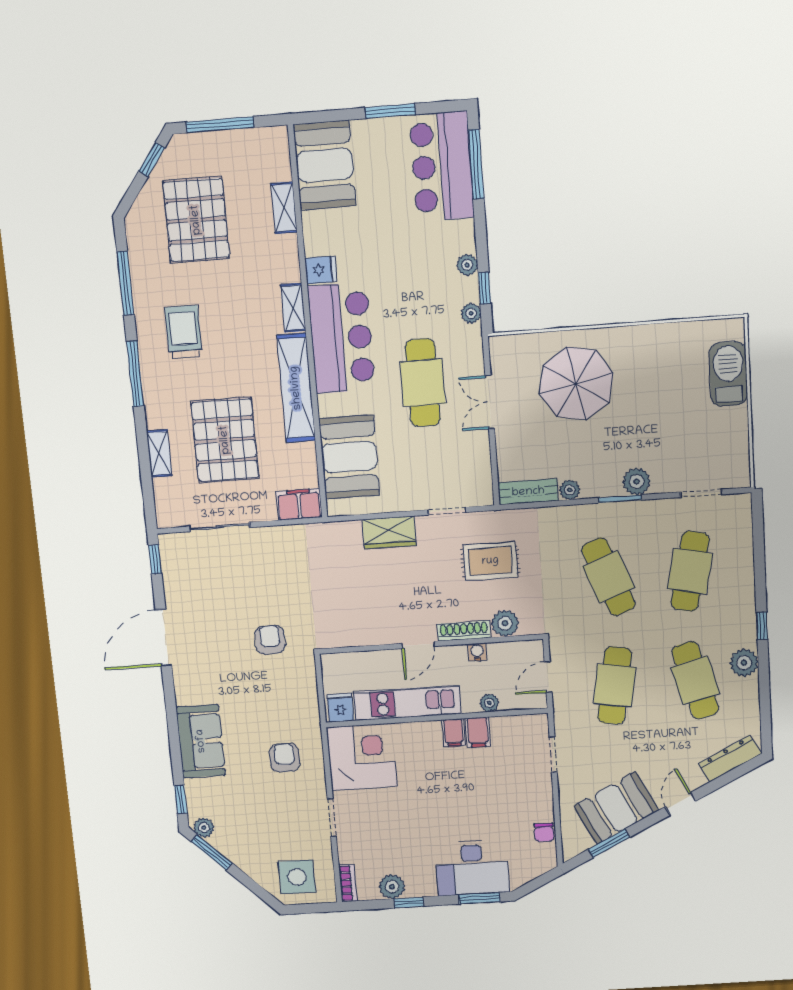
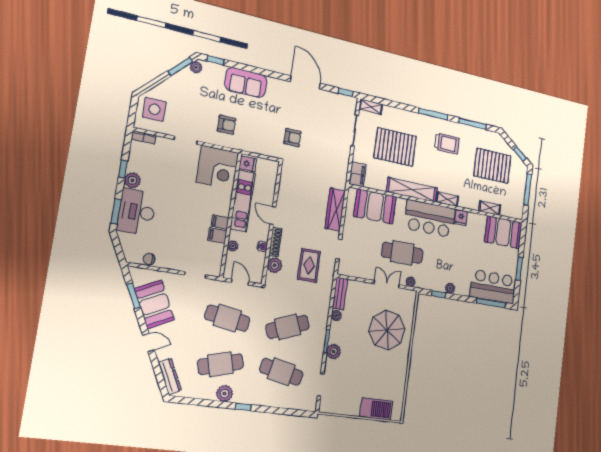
plant: (471, 313) -> (411, 282), moved
shelving: (159, 453) -> (371, 107), moved
wardrobe: (389, 532) -> (335, 209), width x1.50
plant: (392, 887) -> (132, 180), moved

